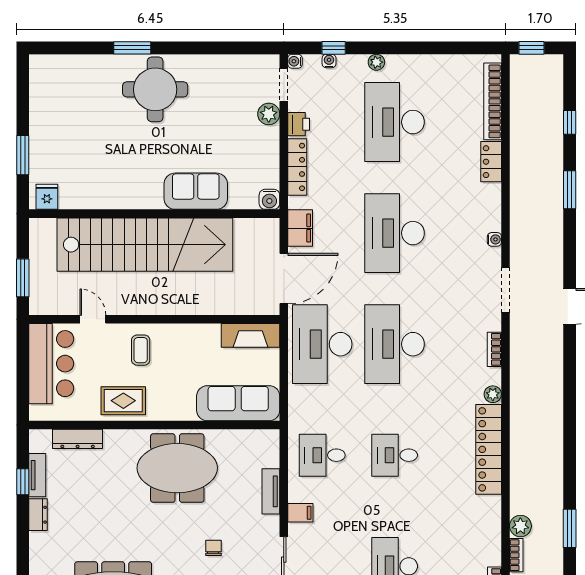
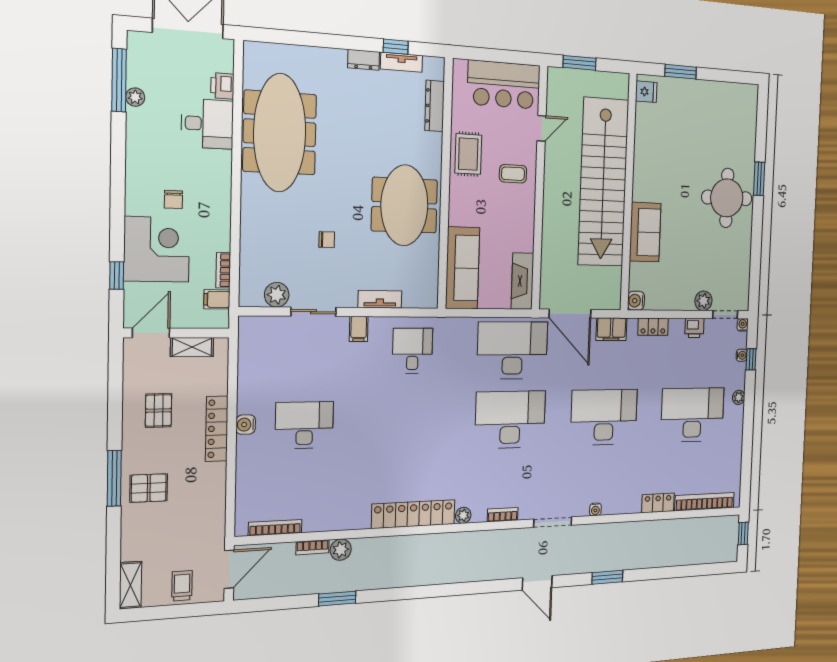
window: (570, 122) -> (686, 571), removed
locker: (297, 167) -> (653, 327), width x0.66
window: (570, 190) -> (607, 577), moved
desk: (395, 455) -> (411, 422), removed

